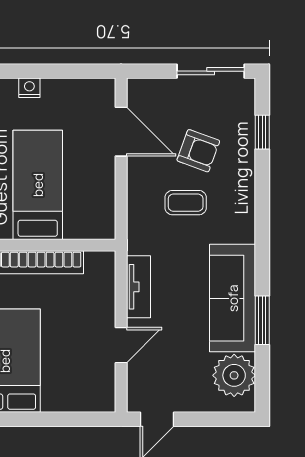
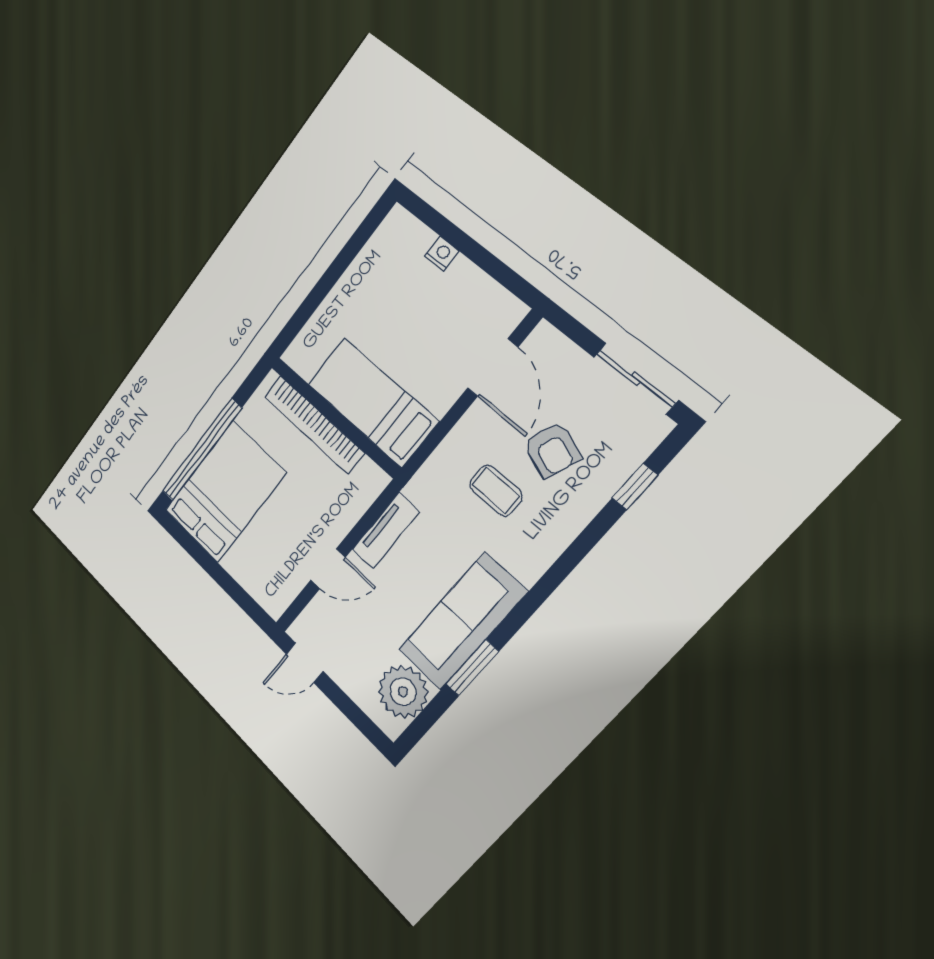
bed: (38, 185) -> (372, 402), moved, turned -90

